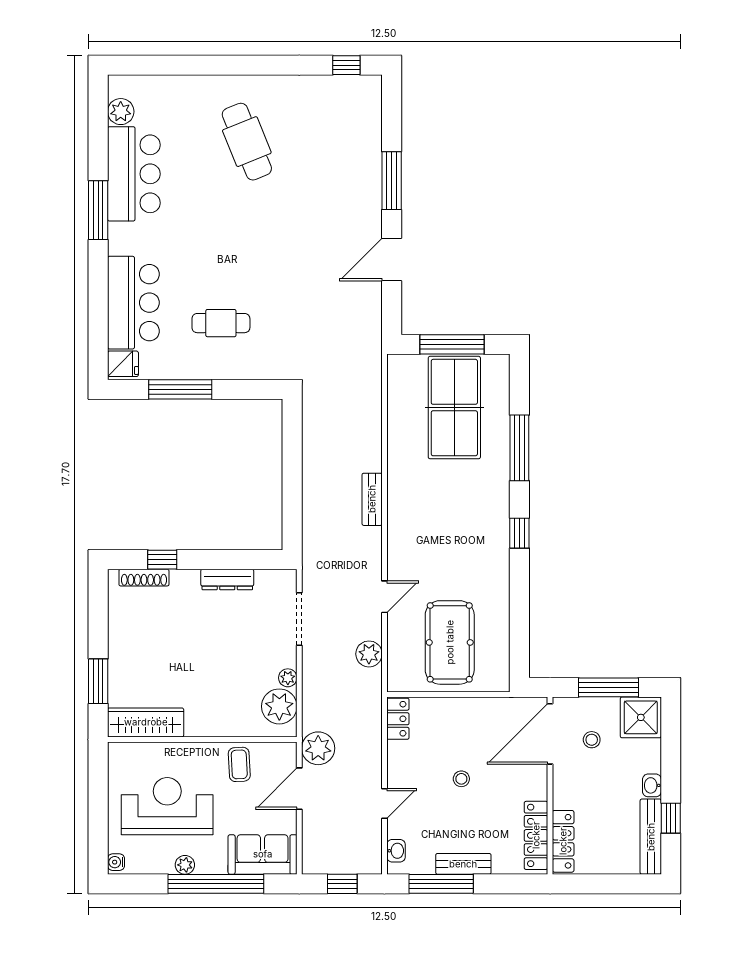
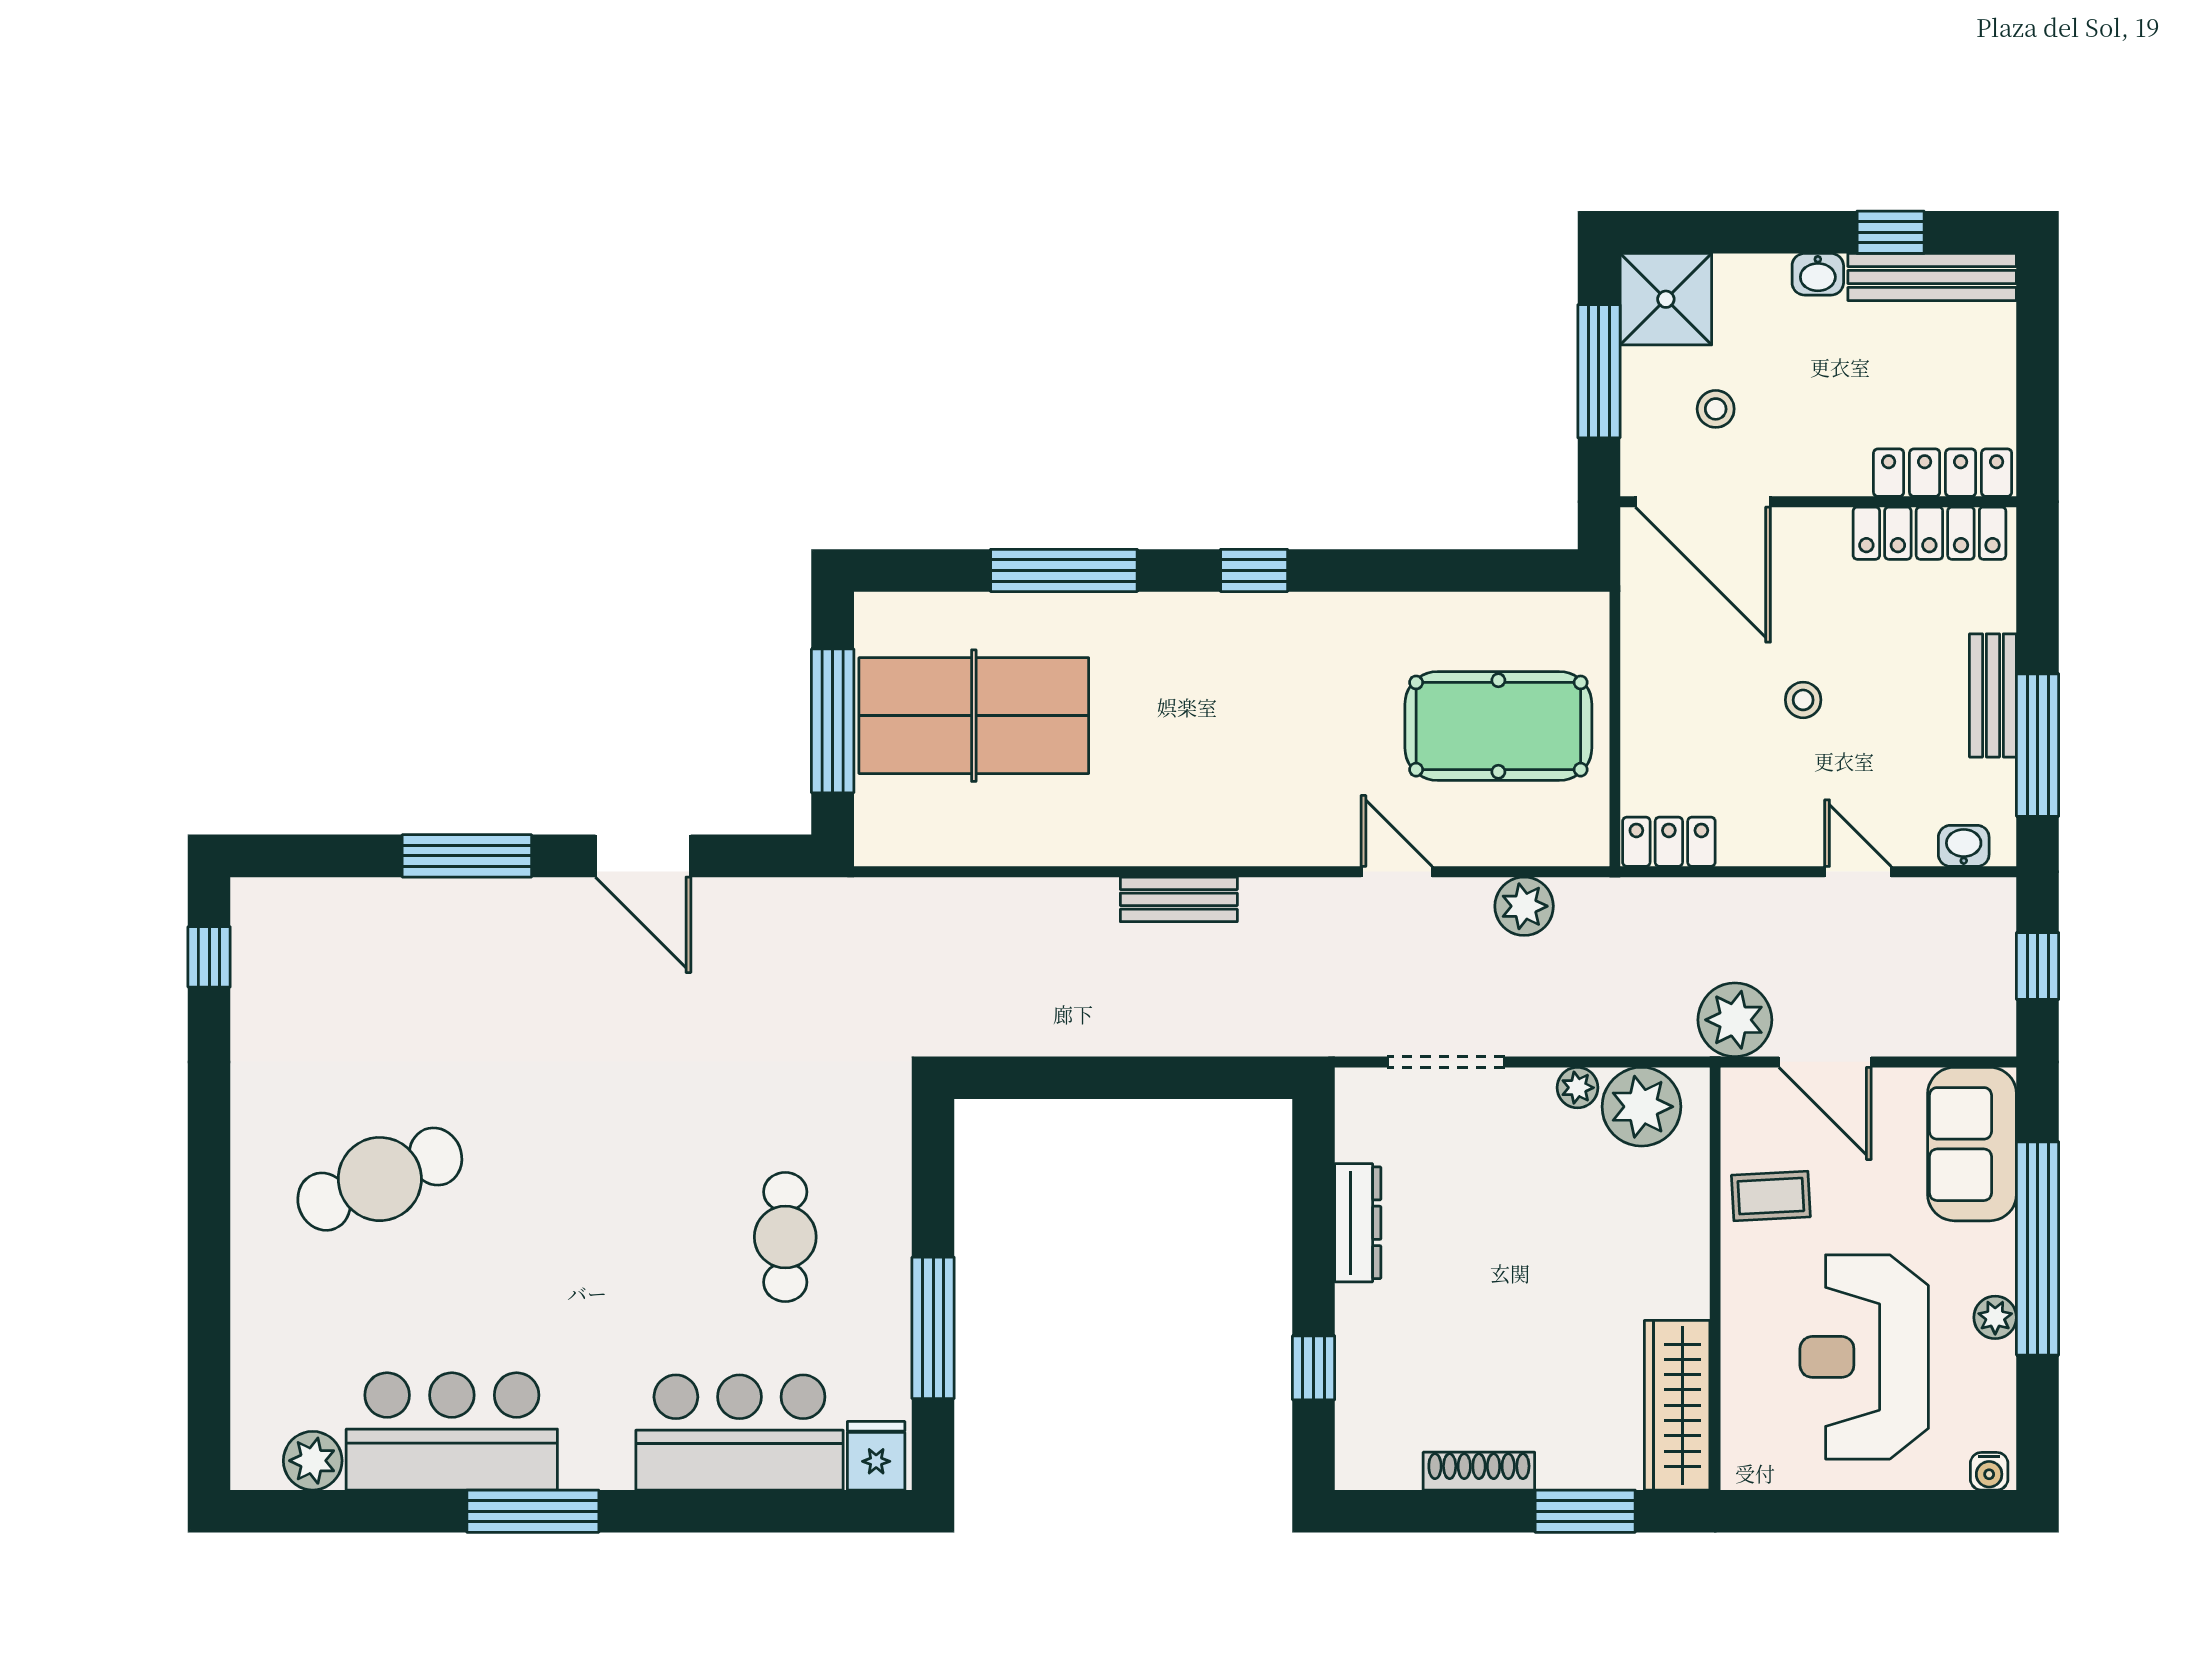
shoe rack: (144, 578) -> (1479, 1471), moved, turned -90

